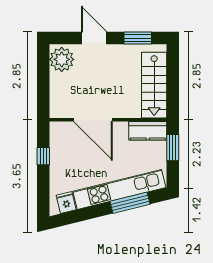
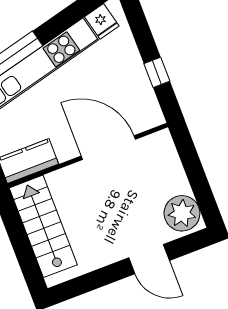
window: (138, 38) -> (90, 282), removed

